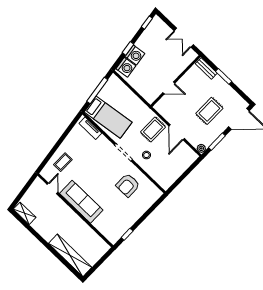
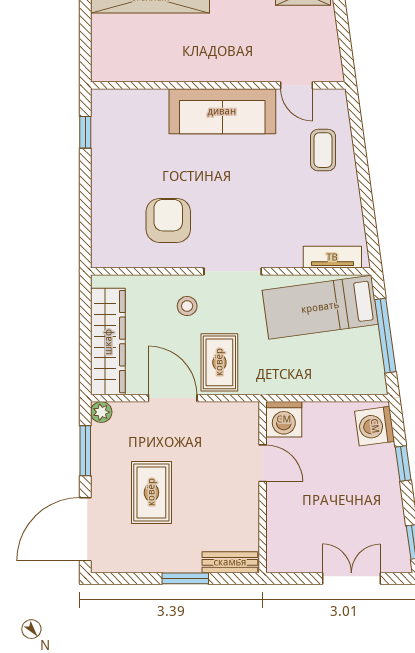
double door: (184, 38) -> (351, 578), moved
washing machine: (135, 55) -> (284, 419), moved, turned -82
door: (169, 88) -> (263, 463), swing flipped
wardrobe: (179, 167) -> (108, 342), added

